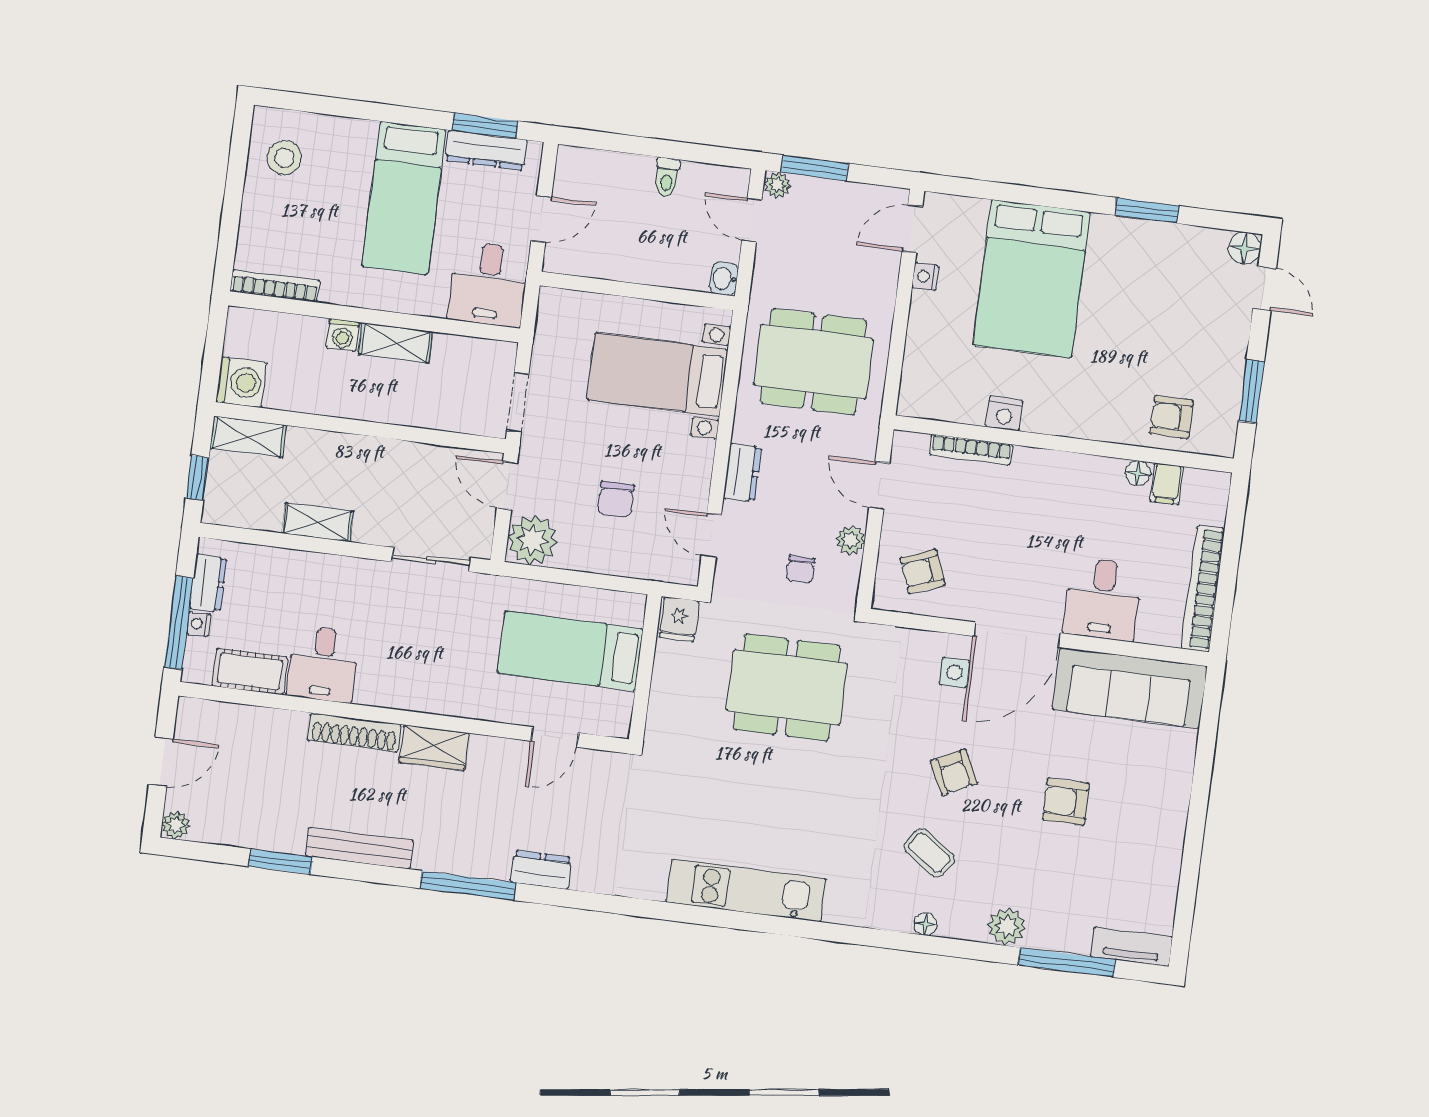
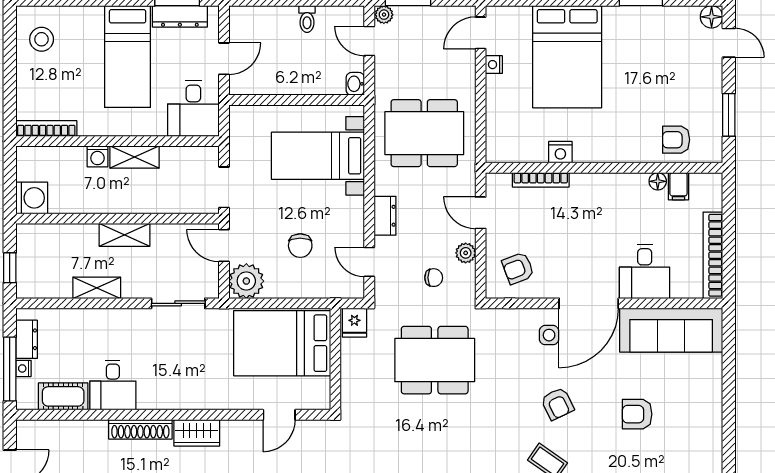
shelving: (248, 437) -> (124, 235), moved
chair: (800, 569) -> (434, 278), turned -90
bed: (570, 651) -> (282, 343), width x1.50

